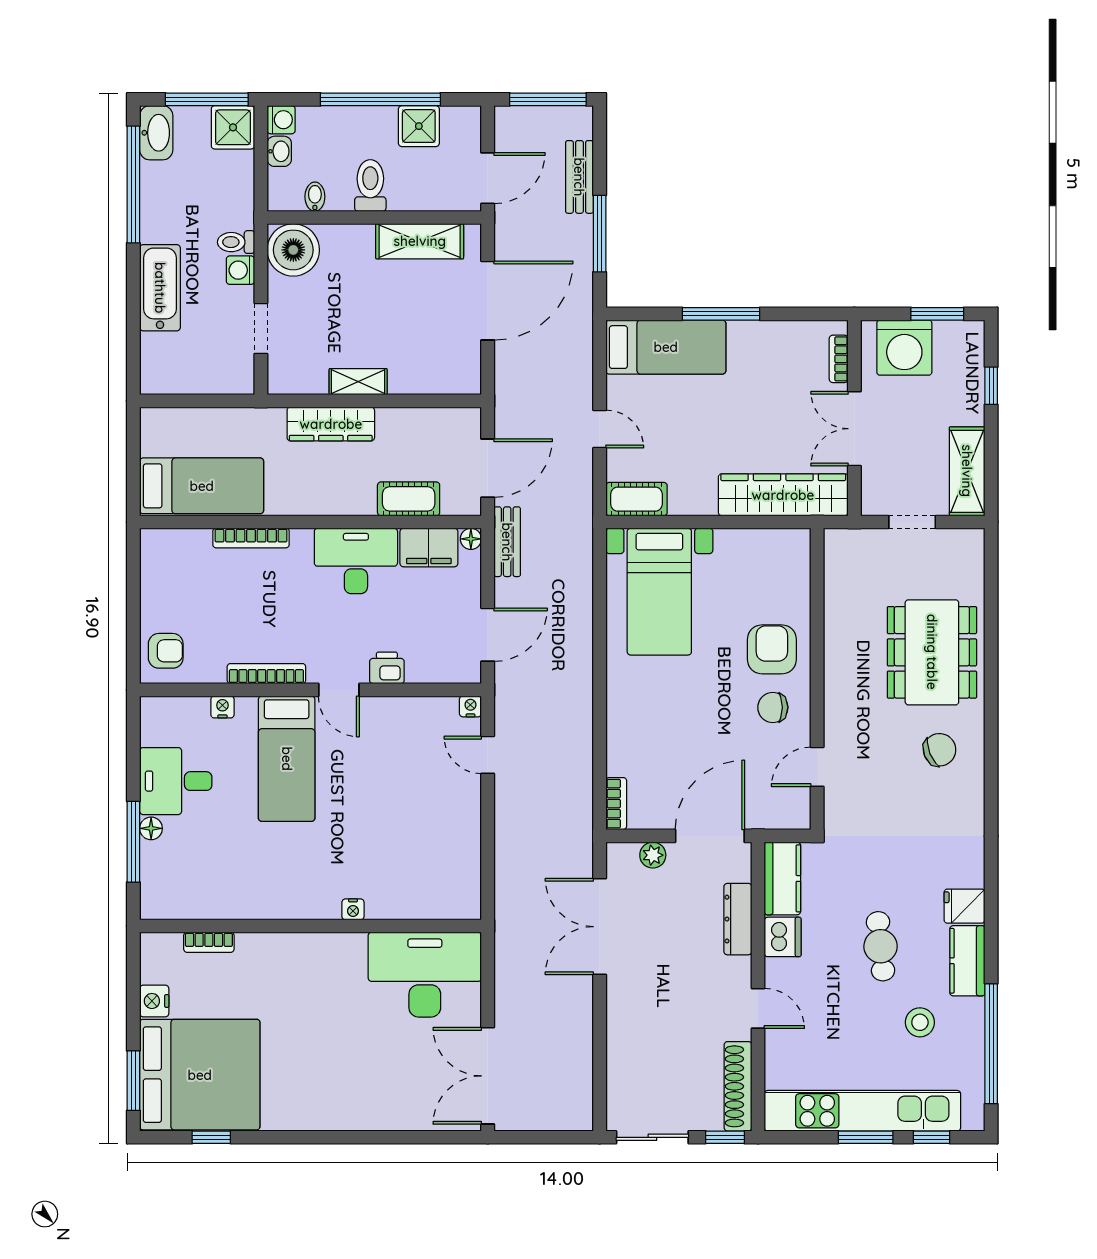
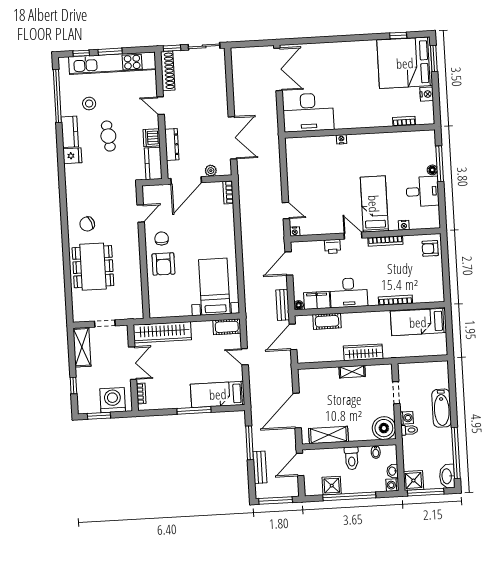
chair: (773, 707) -> (162, 238), turned -90

